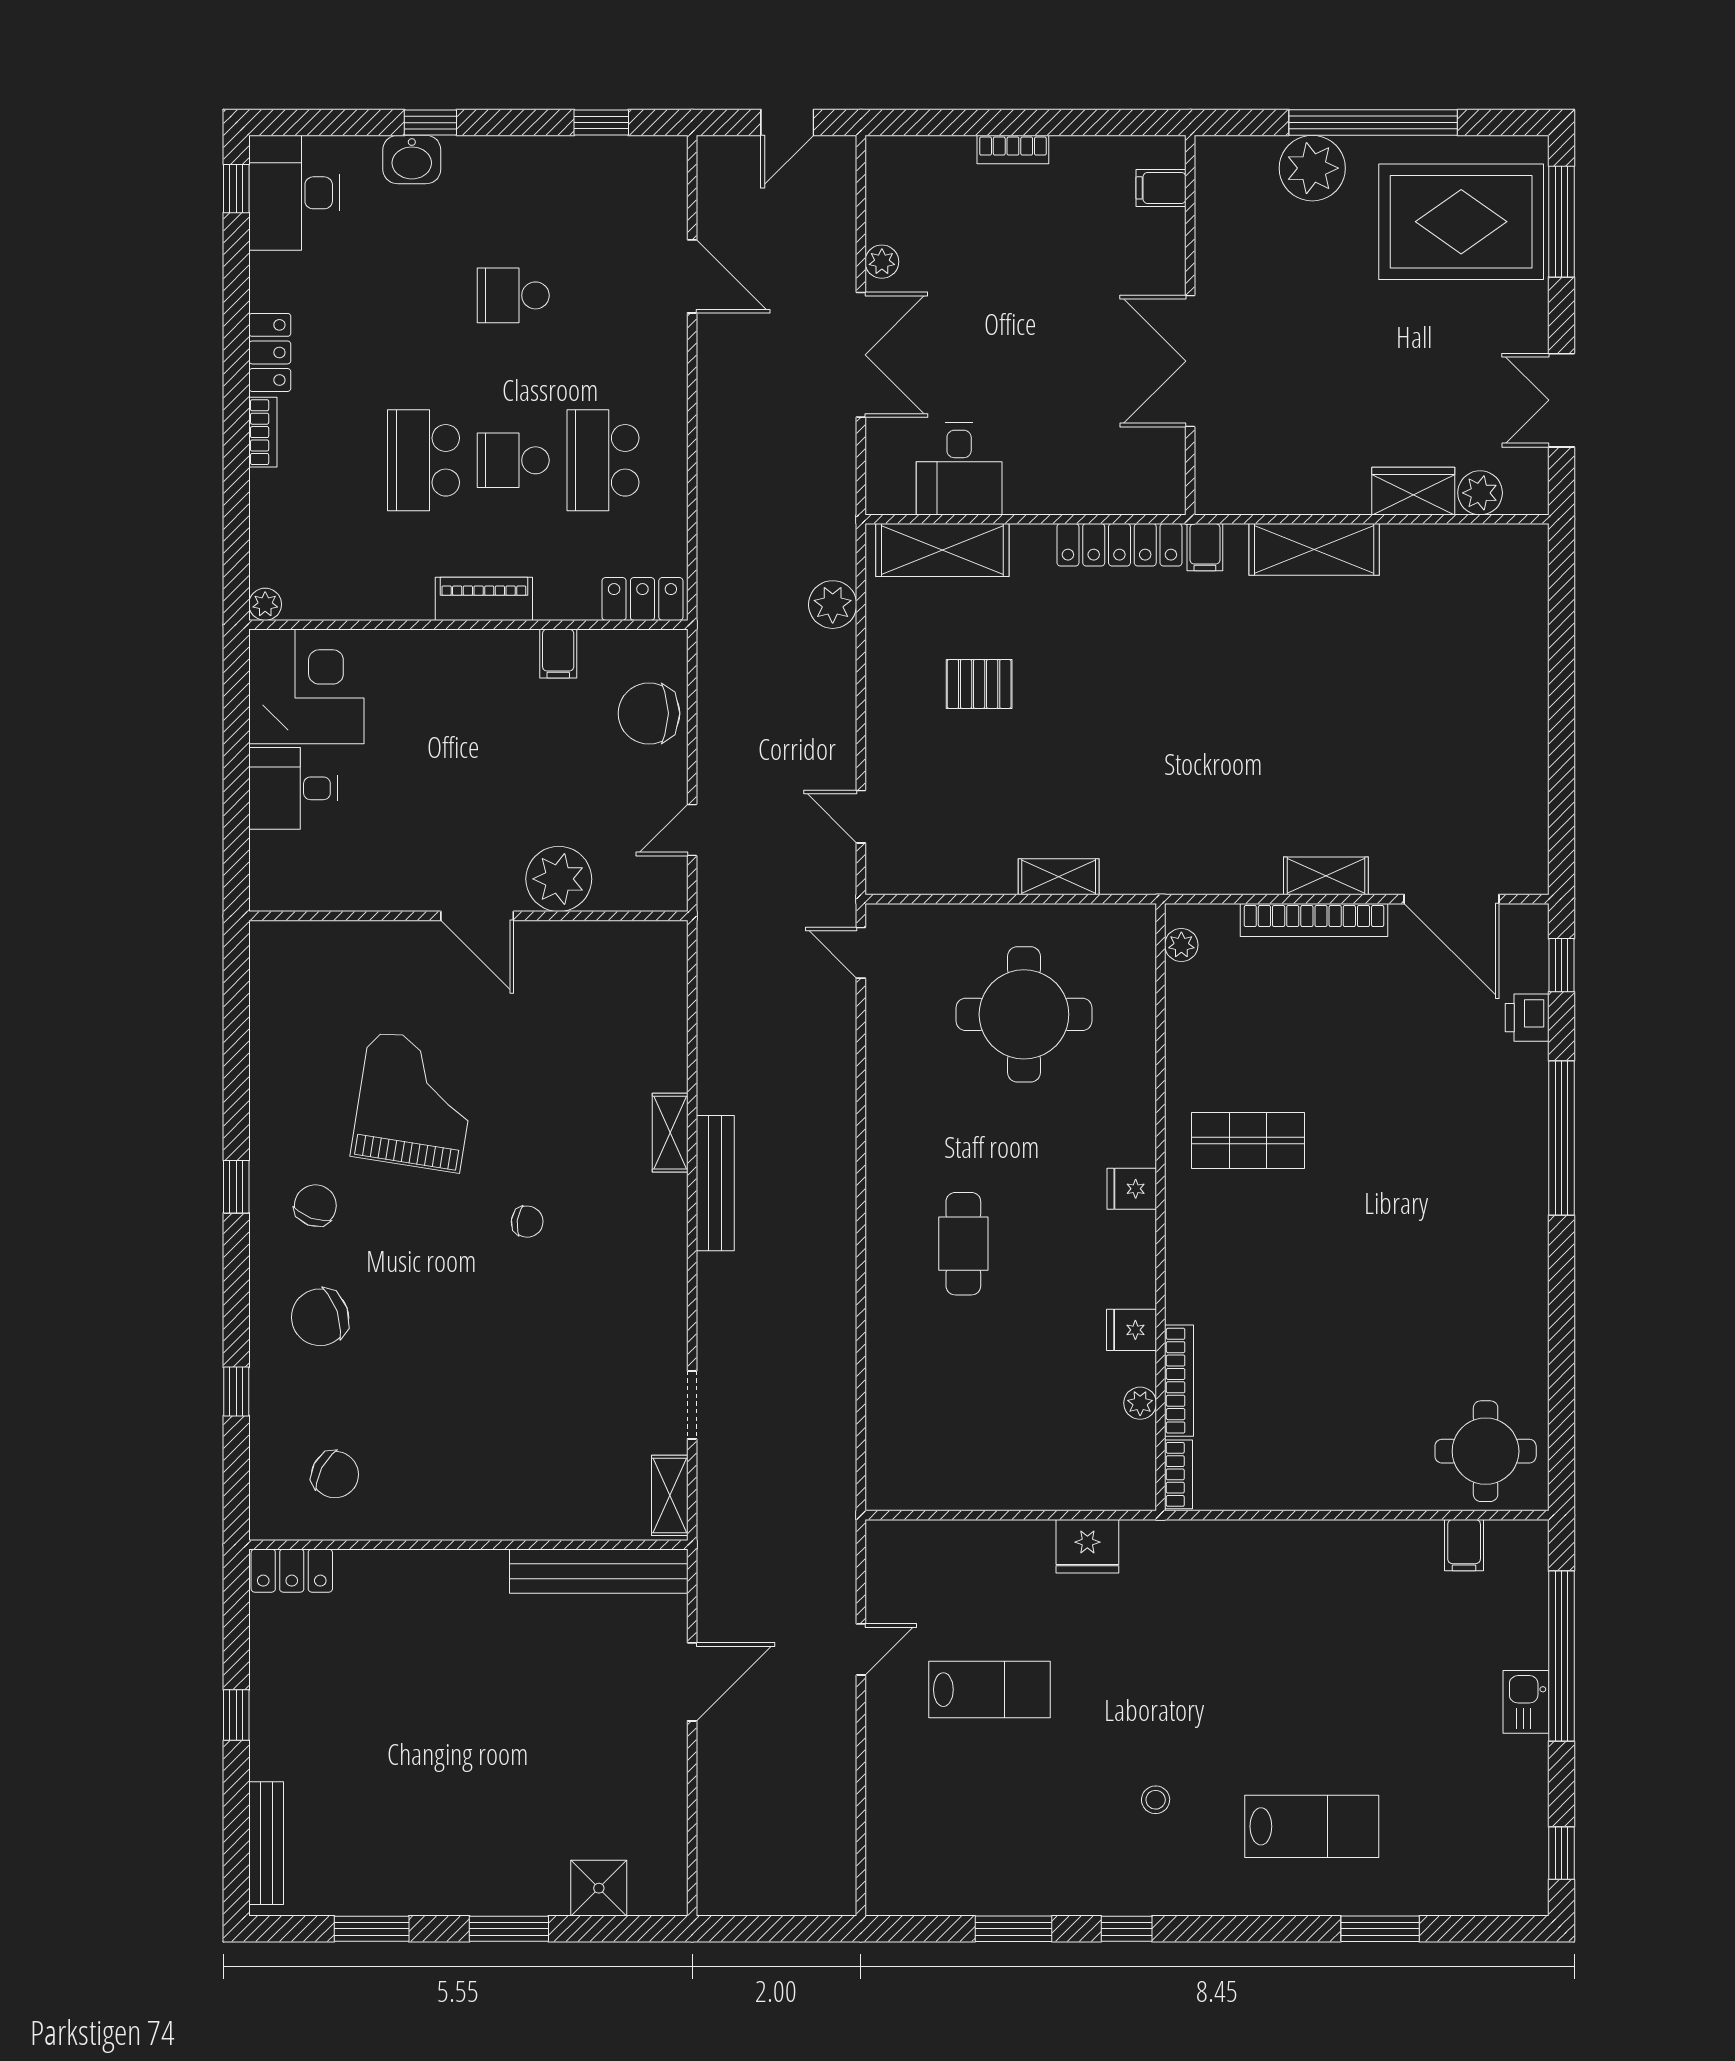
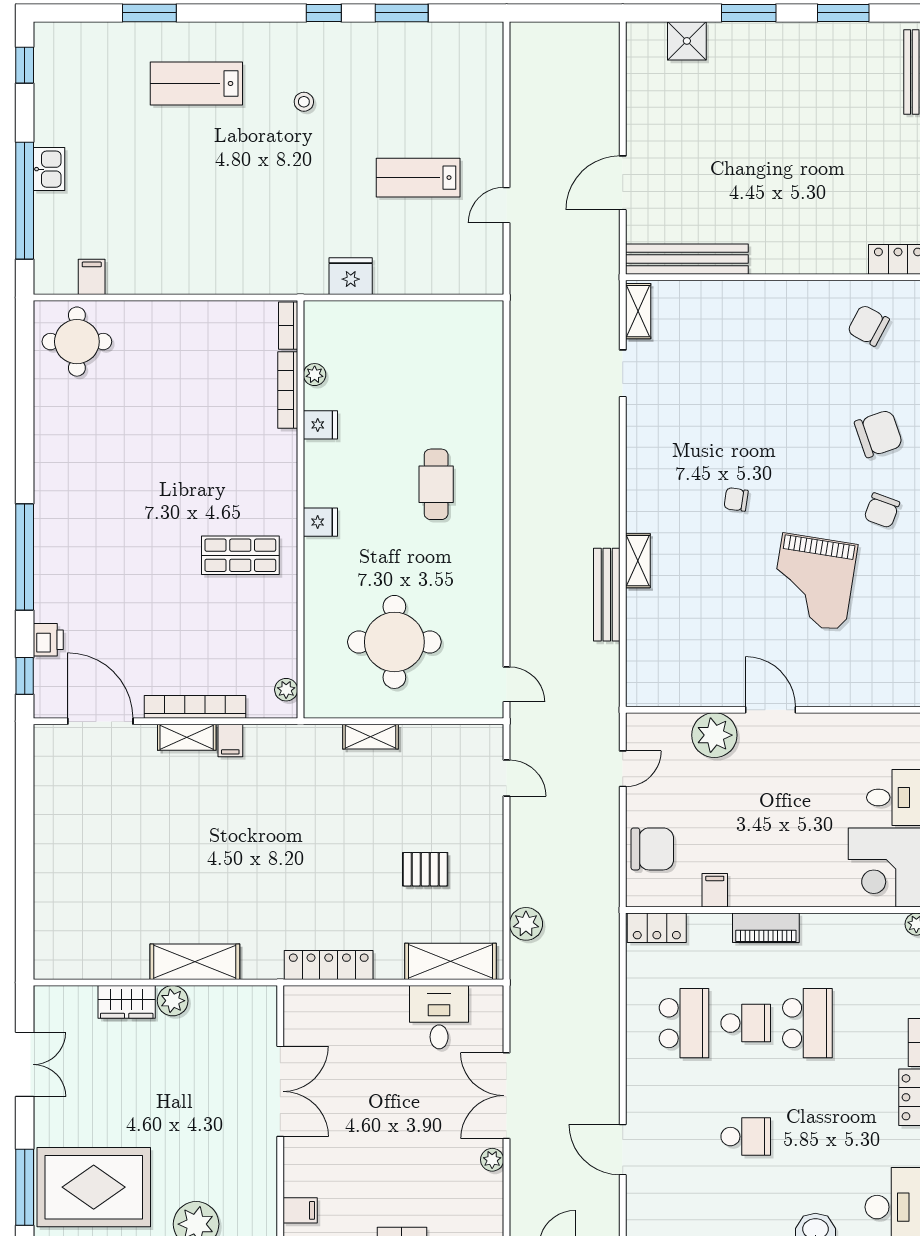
plant: (1480, 493) -> (173, 1001), moved
filing cabinet: (1205, 547) -> (230, 741), moved, turned 180
bench: (715, 1183) -> (607, 595), moved

